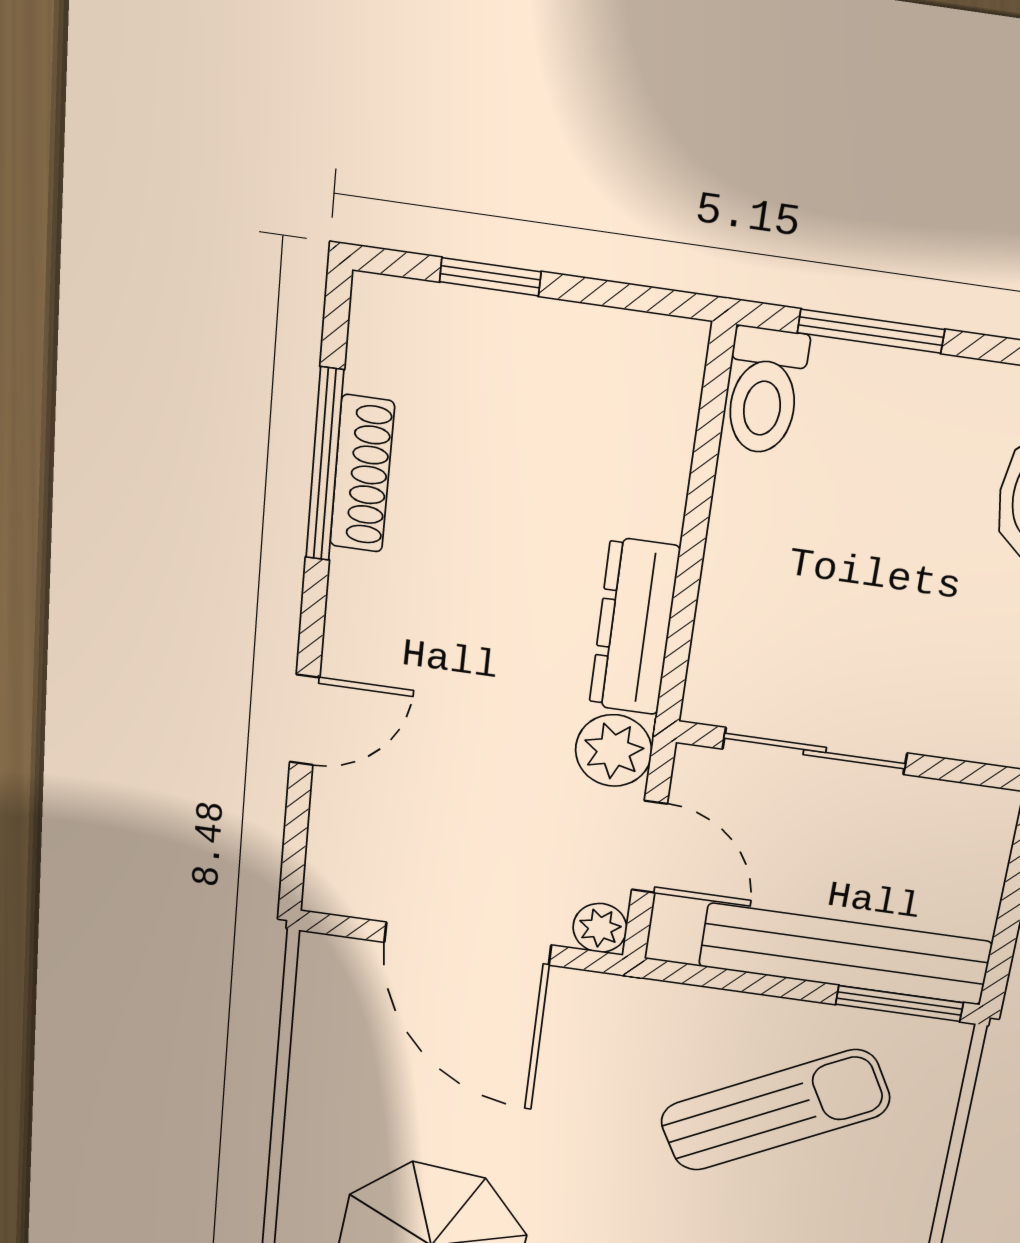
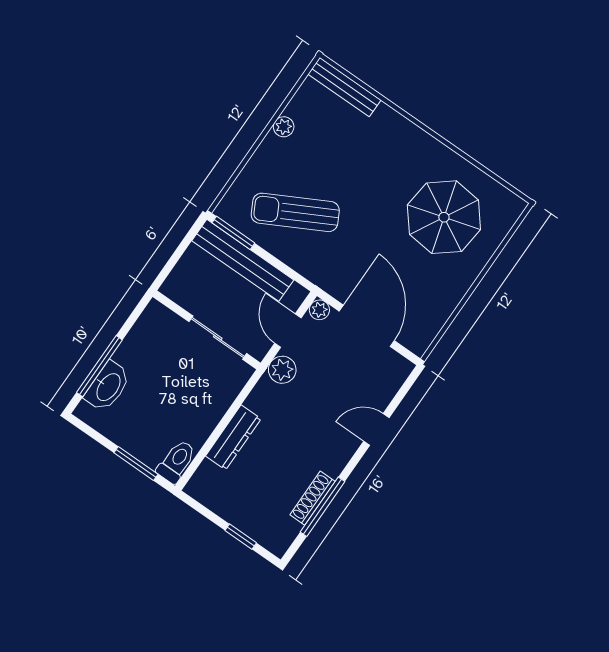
dresser: (634, 627) -> (233, 437), moved

